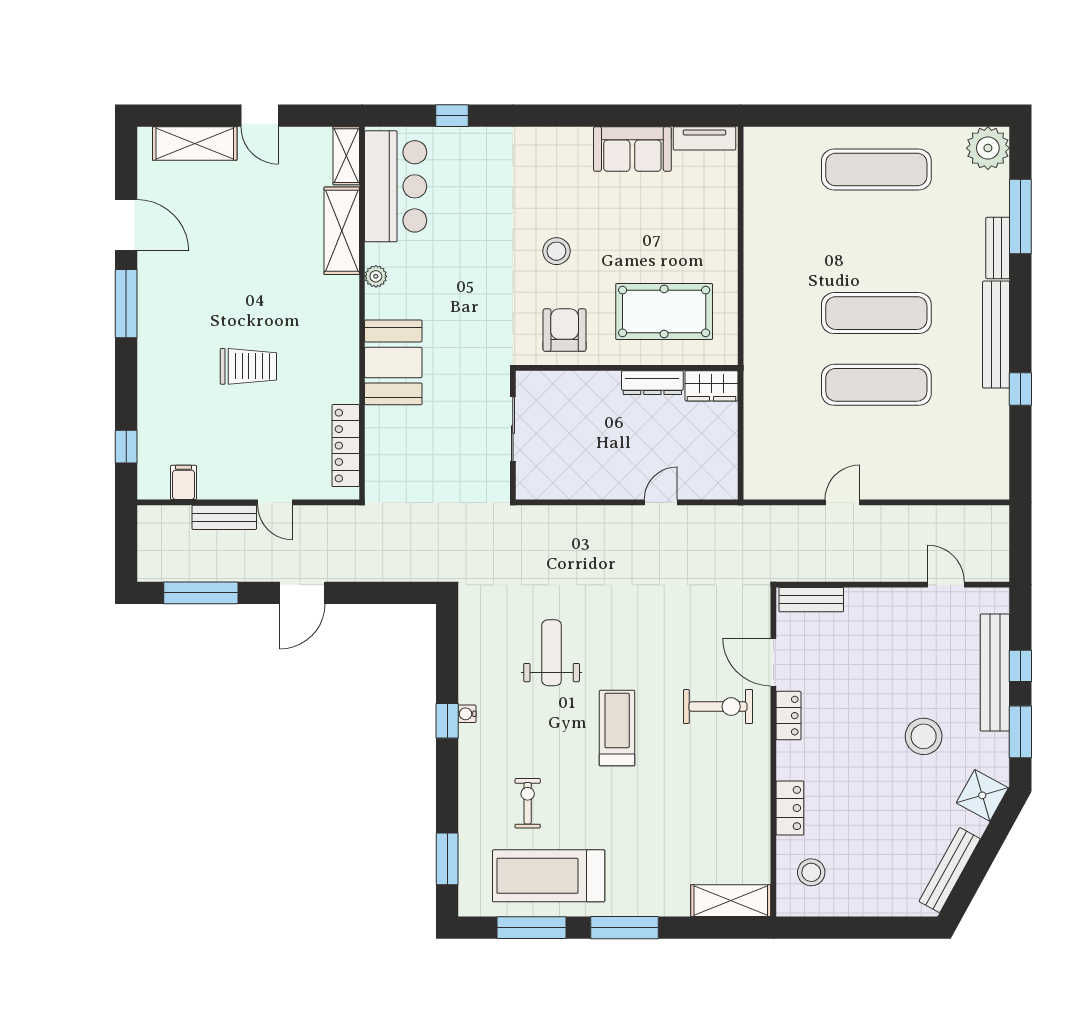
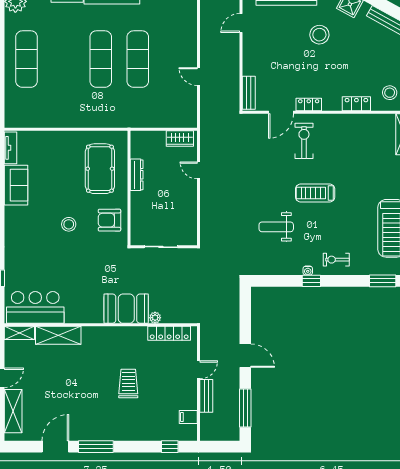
plant: (376, 276) -> (155, 318), moved
wardrobe: (712, 386) -> (180, 138), moved, turned 90
exercise bike: (528, 803) -> (336, 260), moved

